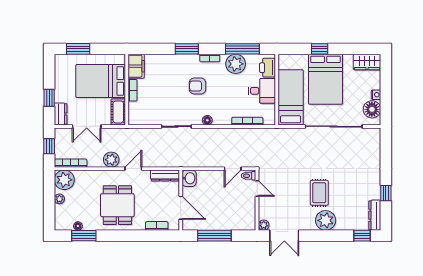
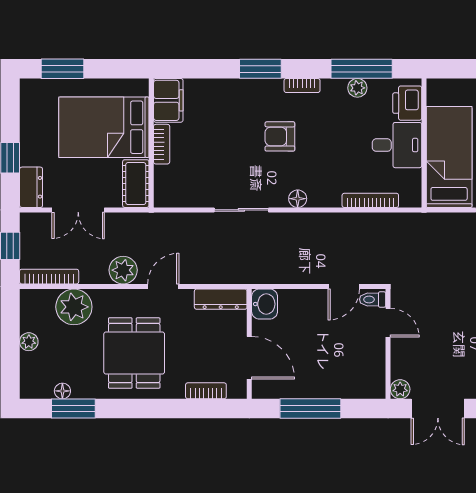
plant: (236, 64) -> (357, 88), width x0.53, depth x0.53
plant: (64, 180) -> (74, 307), moved

